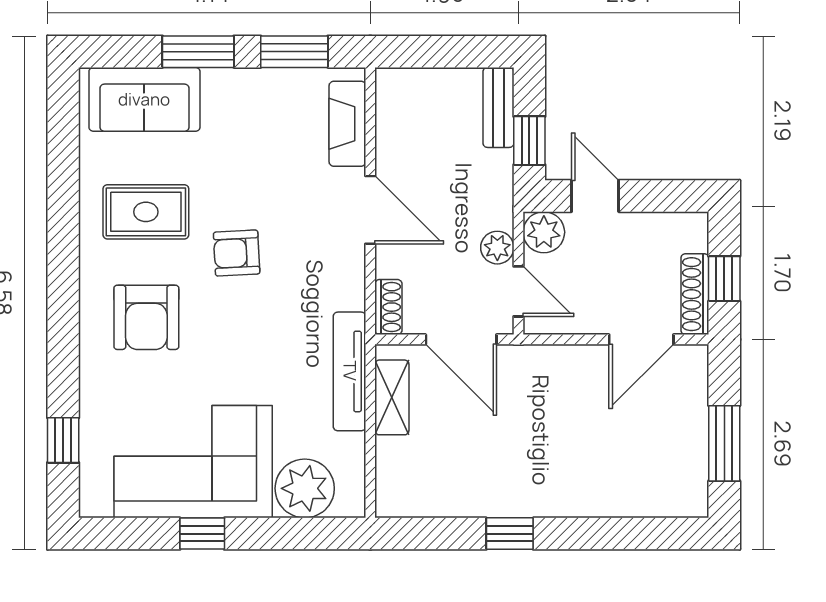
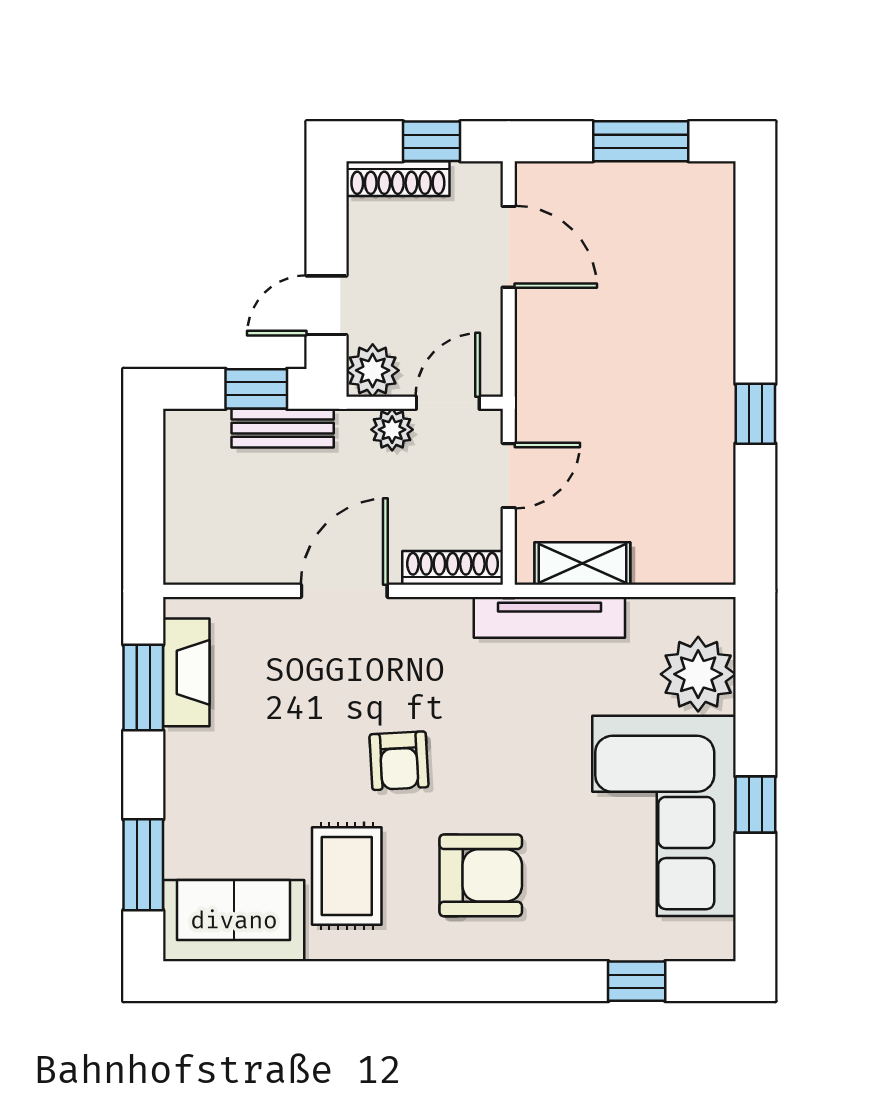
window: (198, 52) -> (143, 865), moved
sofa: (144, 99) -> (234, 921), moved, turned -90
bench: (498, 107) -> (283, 428), moved
fireplace: (347, 124) -> (186, 672), moved, turned -90
shoe rack: (695, 294) -> (398, 179), moved
shoe rack: (388, 307) -> (453, 568), width x1.43
door: (461, 339) -> (509, 476), width x0.73

